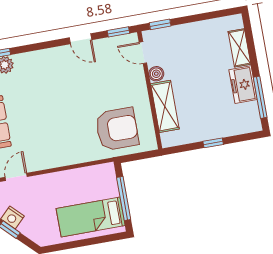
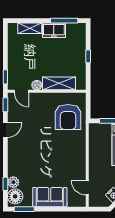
door: (143, 53) -> (22, 91), hinge flipped
armchair: (117, 129) -> (68, 117), turned 180

